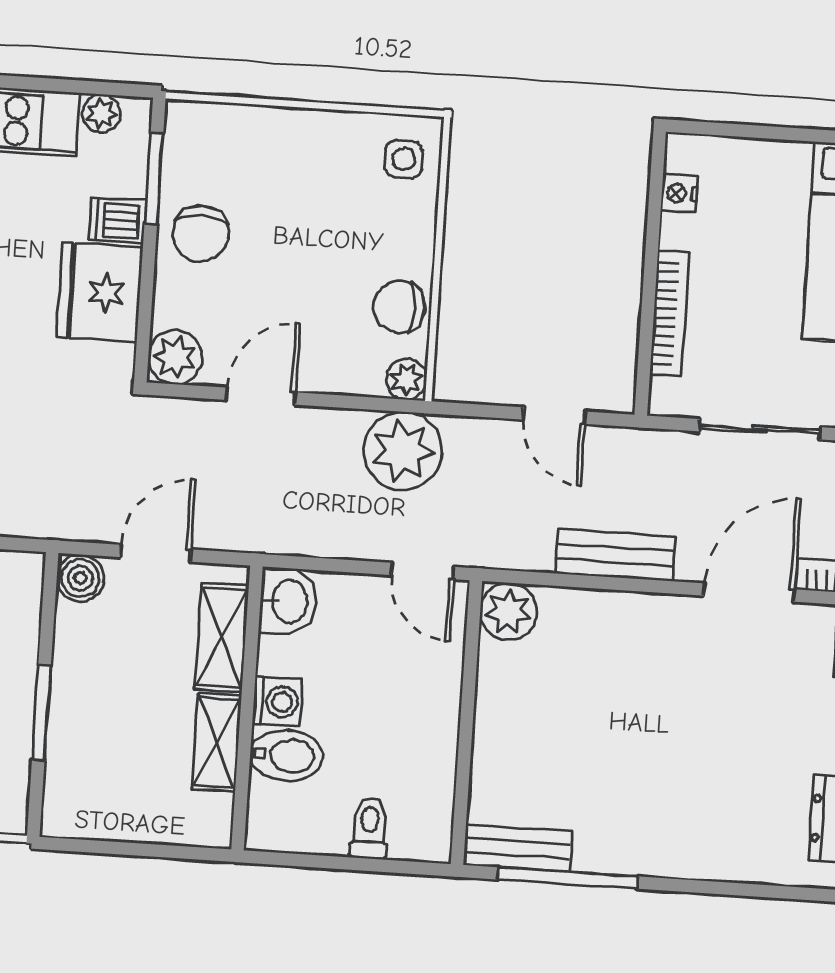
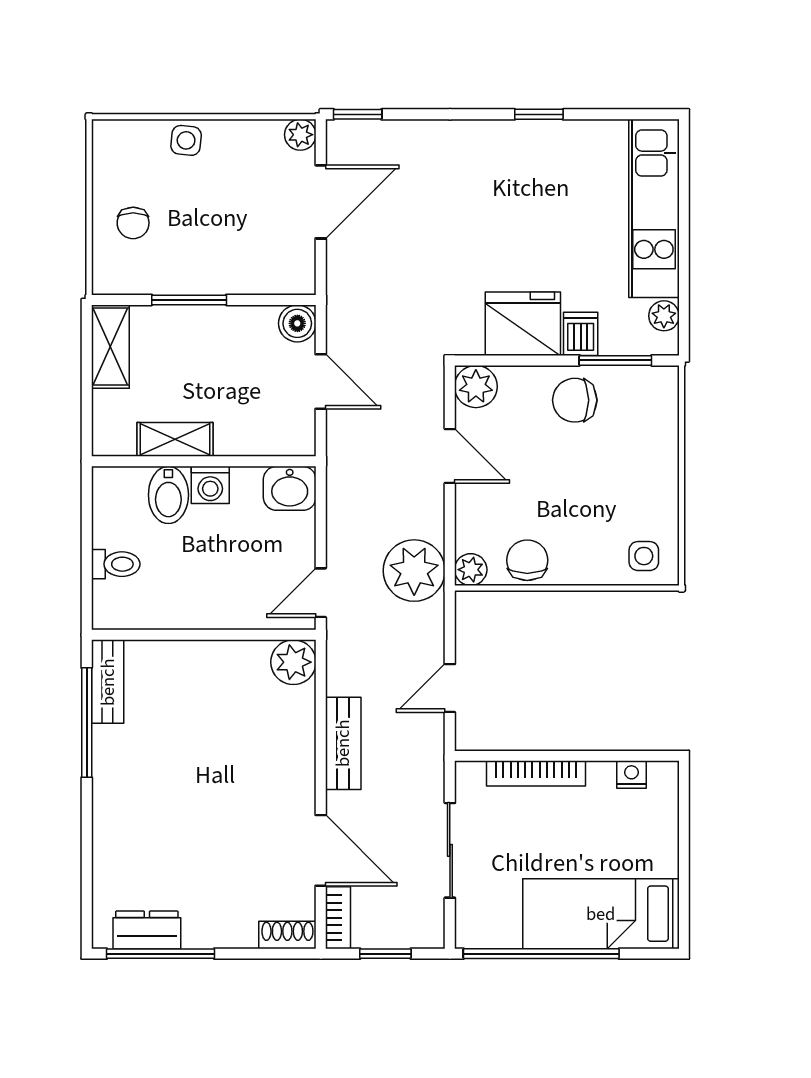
shelving: (222, 637) -> (110, 347), moved, turned 90

